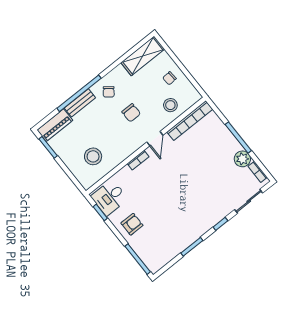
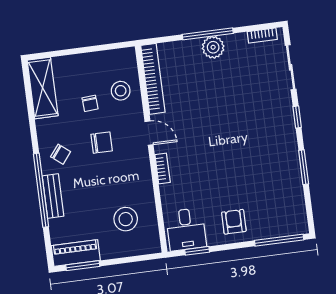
chair: (169, 78) -> (90, 103), moved
piano: (55, 125) -> (76, 253), moved, turned -90
plant: (242, 159) -> (213, 47), moved

